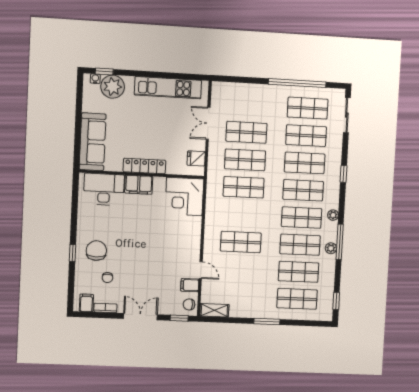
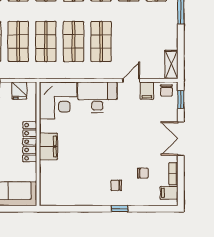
desk: (104, 189) -> (97, 97), moved, turned 90
shop shelf: (242, 215) -> (73, 41), added
chair: (96, 251) -> (116, 185), width x0.54, depth x0.54

